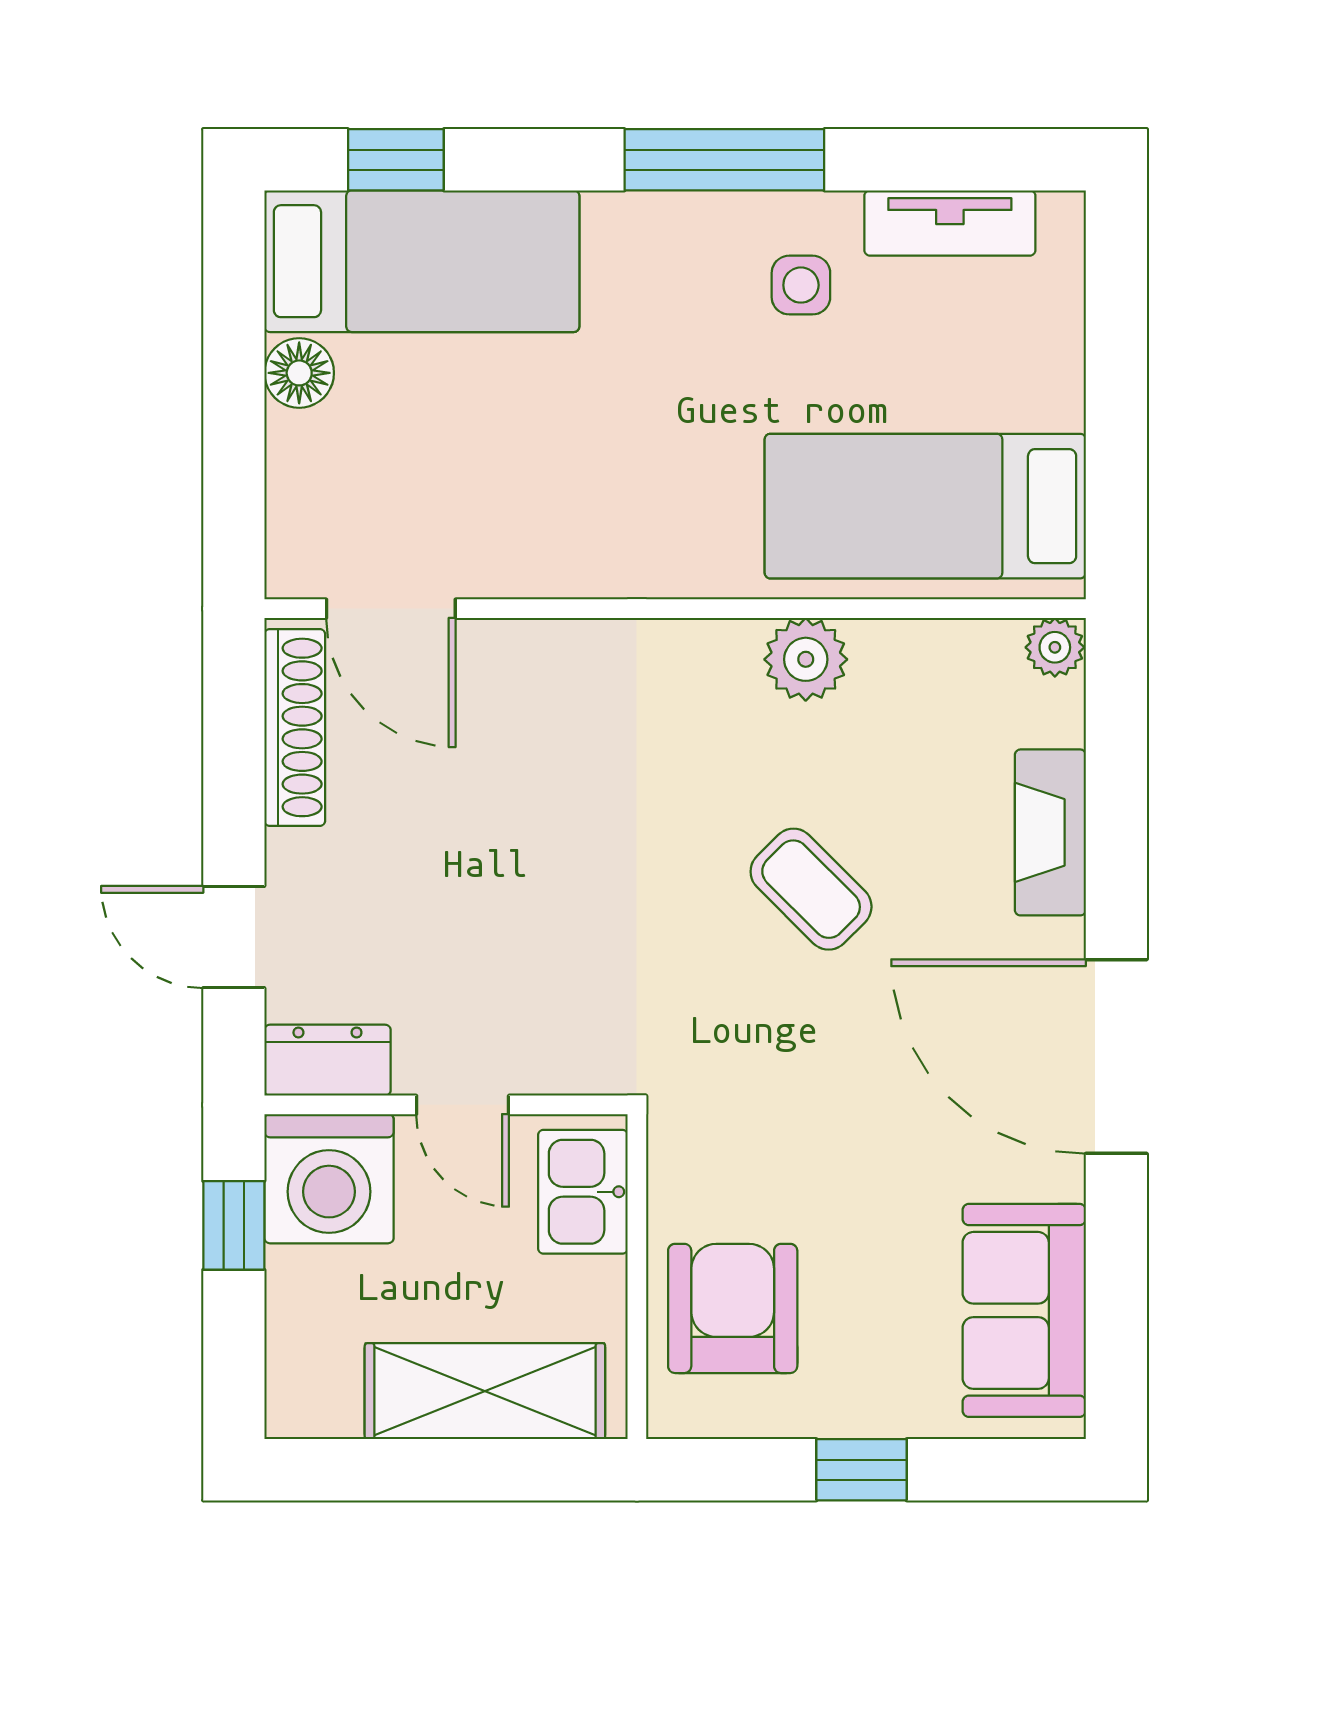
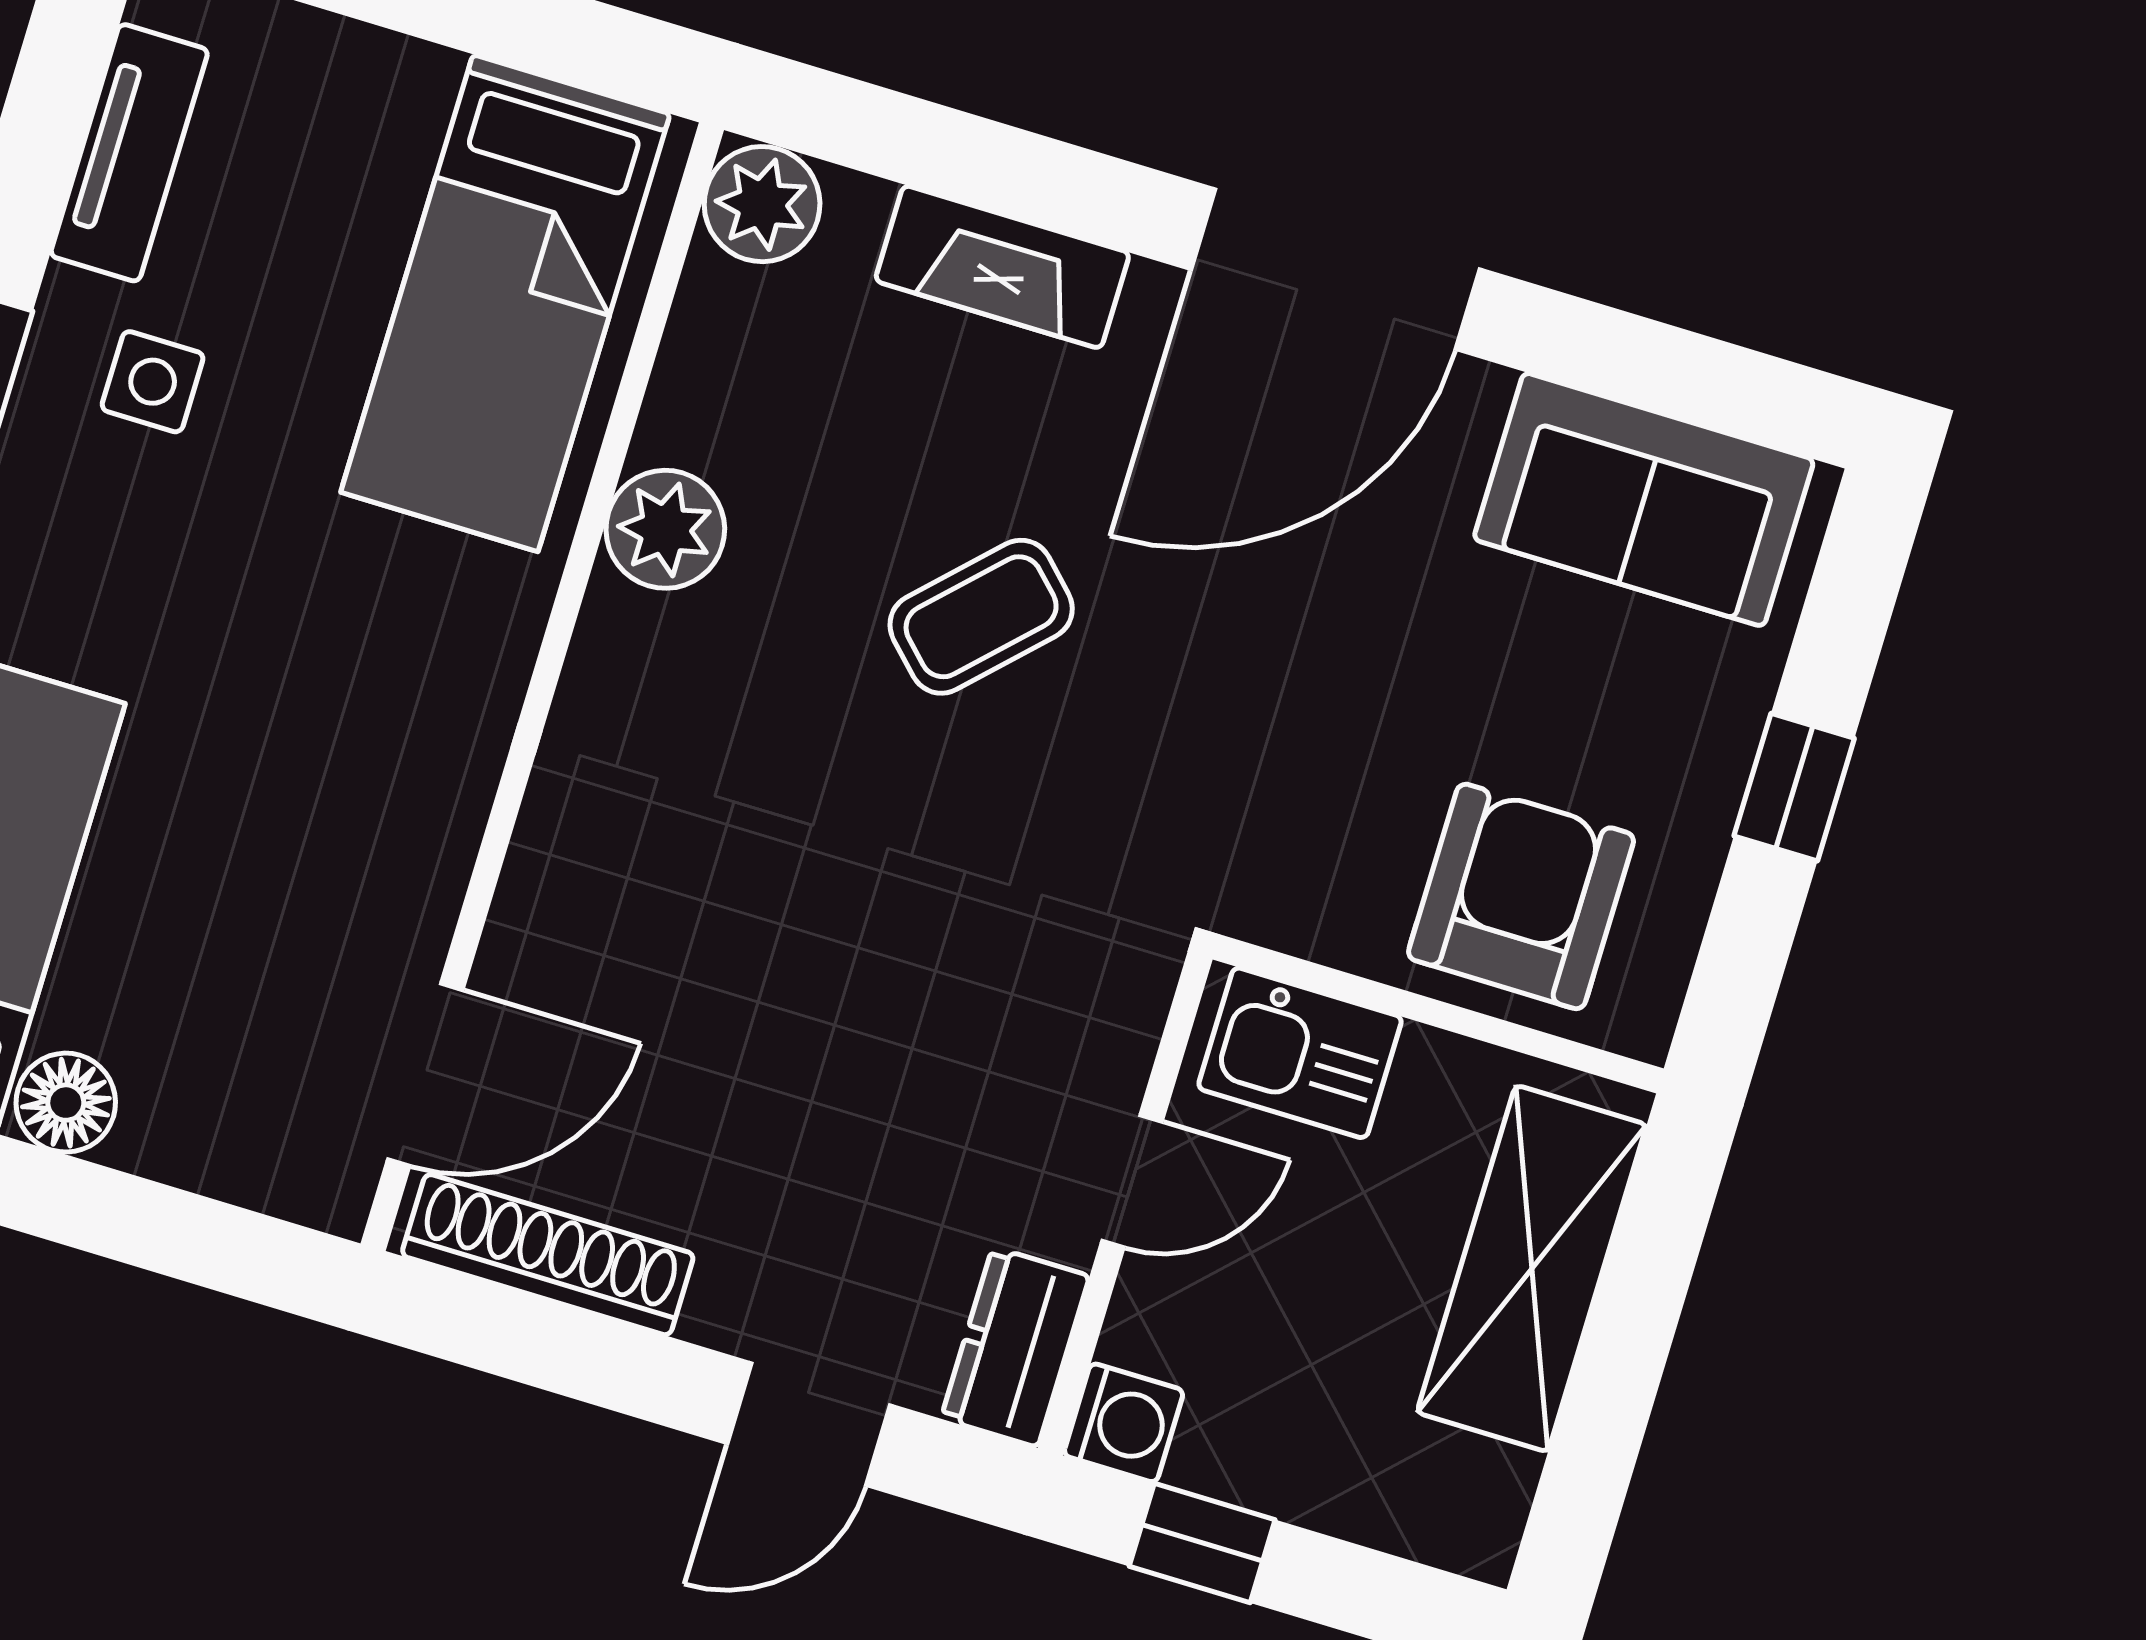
plant: (1055, 647) -> (762, 204), width x1.38, depth x1.38
washing machine: (329, 1179) -> (1124, 1423), width x0.53, depth x0.53
armchair: (733, 1308) -> (1521, 896), turned 90

